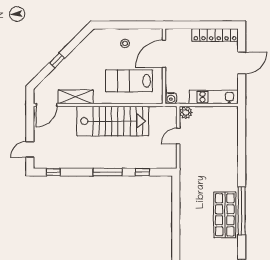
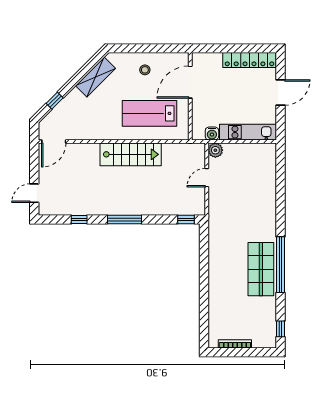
window: (57, 60) -> (55, 101), moved
shelving: (76, 97) -> (96, 77), moved, turned -45
water cooler: (171, 98) -> (212, 133), moved
stairs: (113, 121) -> (131, 154), width x0.73, depth x0.66
window: (53, 172) -> (79, 219), moved
window: (142, 172) -> (186, 219), moved

